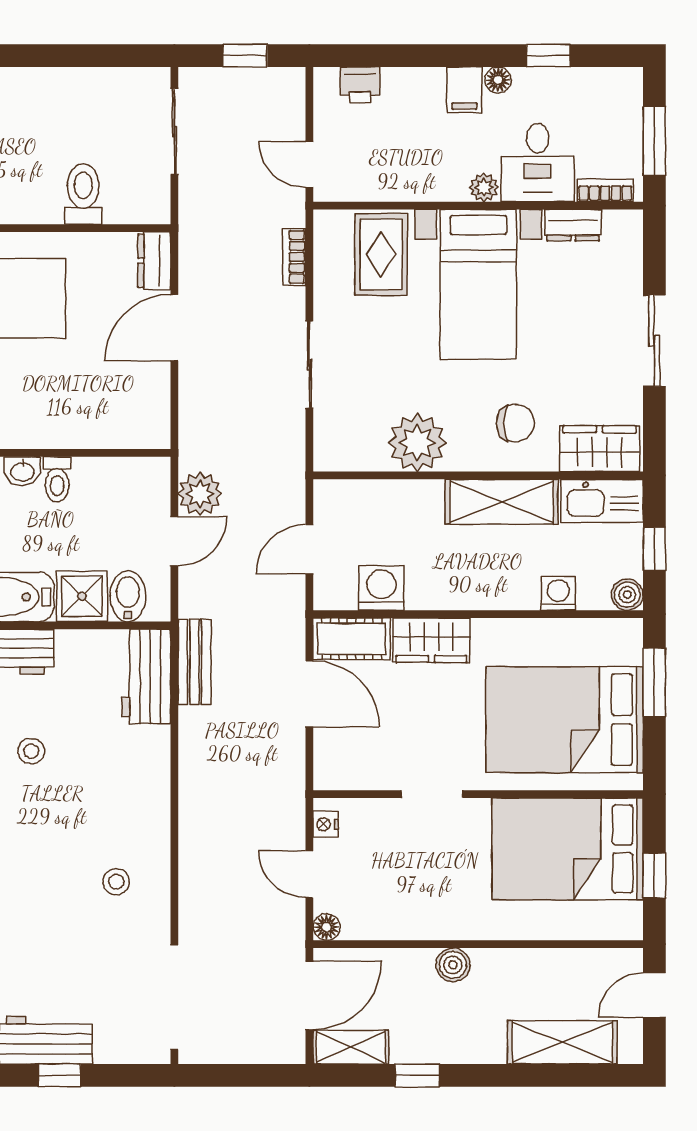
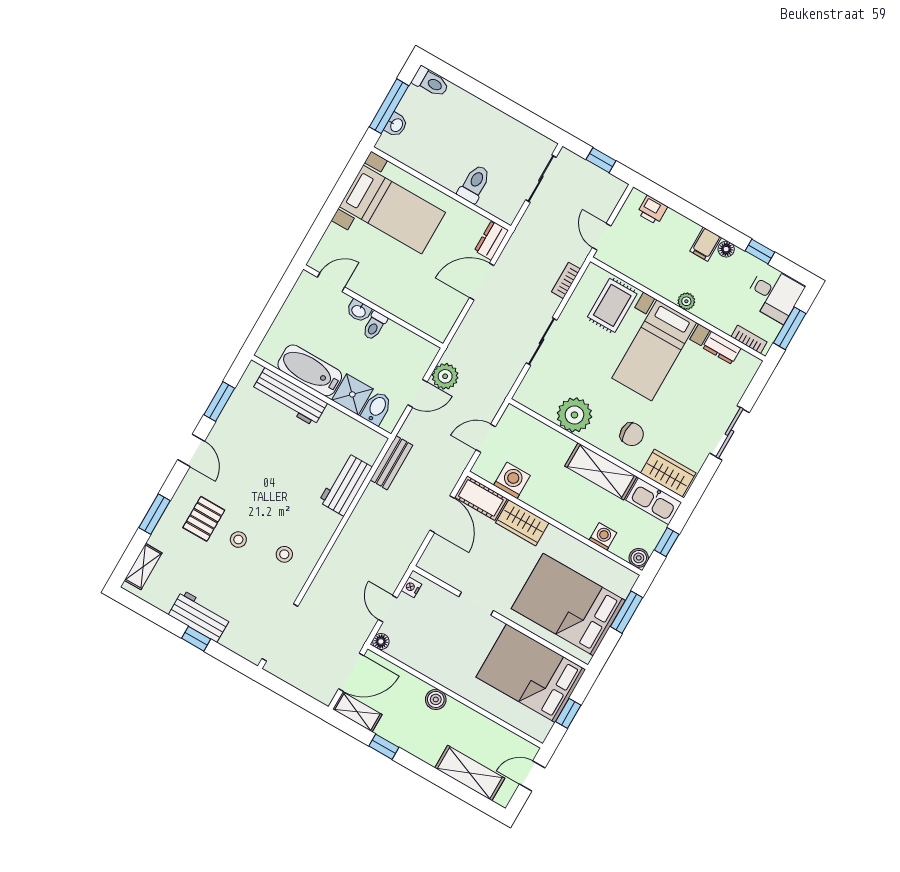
desk: (538, 163) -> (774, 294), moved, turned -90
workbench: (146, 677) -> (345, 484), moved
stool: (31, 751) -> (238, 540), moved

